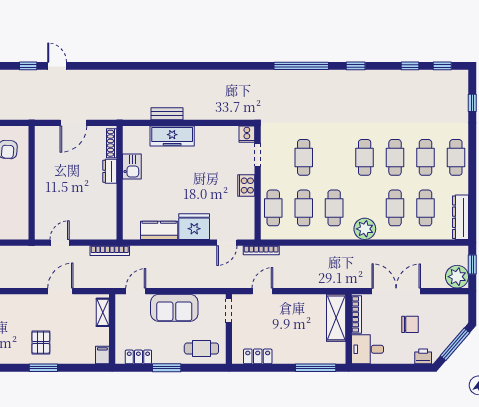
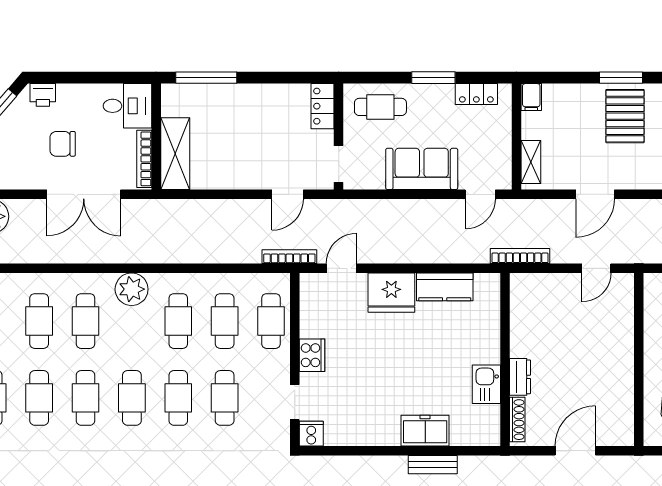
freezer: (172, 136) -> (425, 431), width x0.71
cafe table: (334, 157) -> (178, 398), added
pallet: (41, 343) -> (625, 116), width x1.50, depth x1.42
locker: (258, 356) -> (323, 106), moved, turned 90

